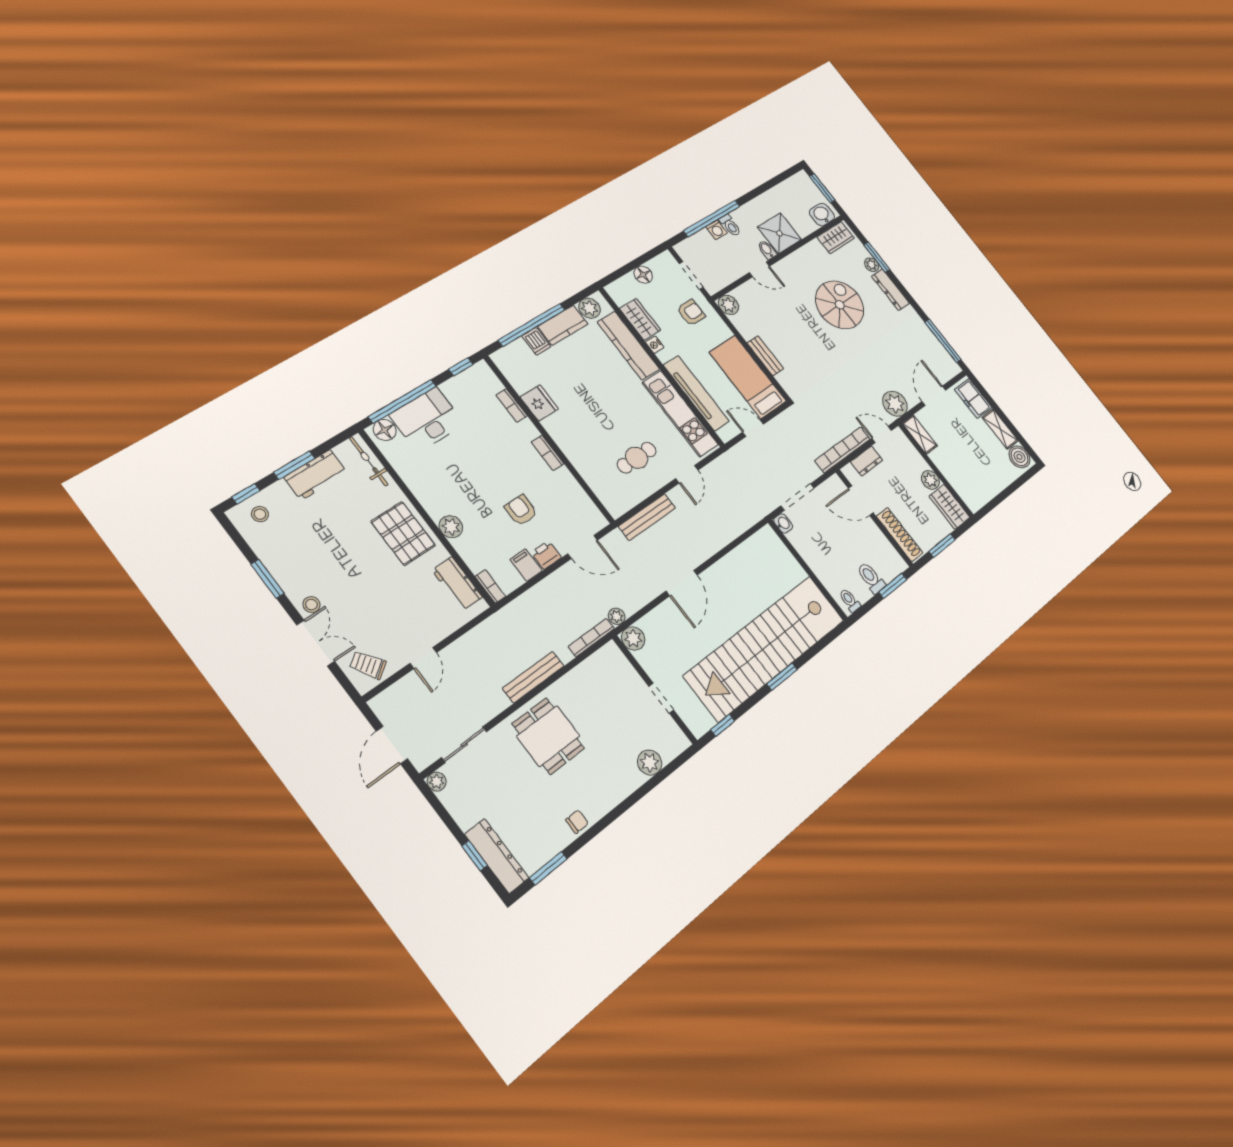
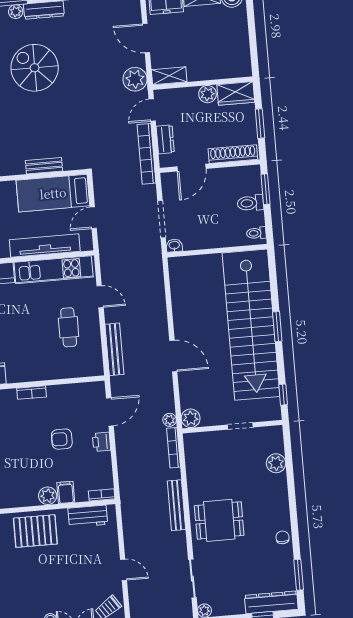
filing cabinet: (526, 565) -> (66, 492), moved, turned 90

